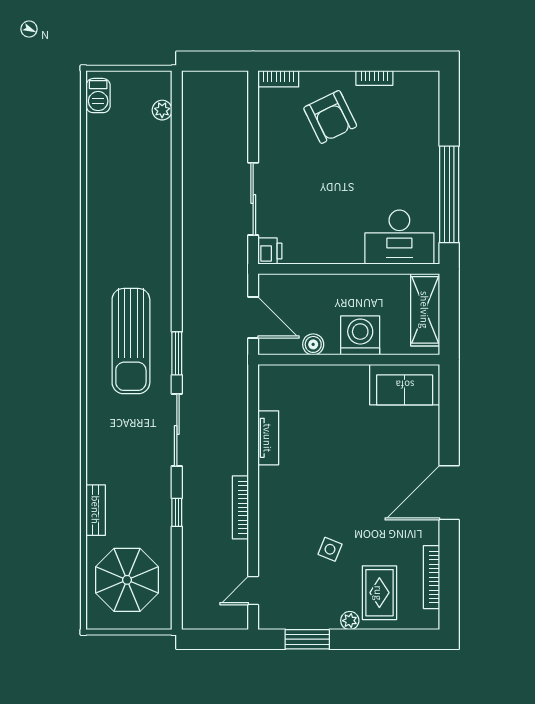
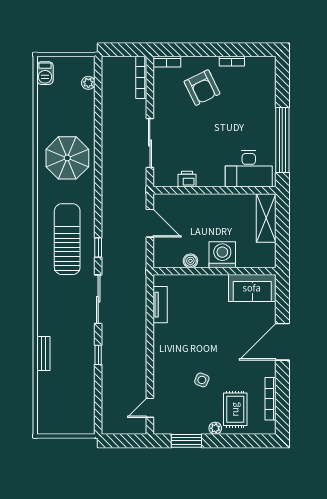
printer: (270, 251) -> (187, 179), moved, turned -90
washing machine: (360, 335) -> (222, 255), moved
sun lounger: (131, 341) -> (67, 239), turned 180
boiler: (313, 344) -> (190, 261), moved
window: (177, 353) -> (98, 248), width x0.67
wall: (349, 360) -> (215, 271), moved
sofa: (405, 385) -> (252, 288), moved
bookcase: (240, 507) -> (141, 77), moved
parasol: (127, 580) -> (67, 158), moved

